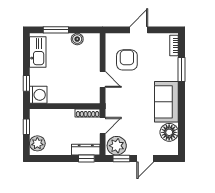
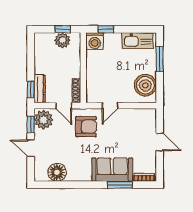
boiler: (77, 39) -> (145, 85), width x1.86, depth x1.86
armchair: (127, 60) -> (86, 127), moved
sofa: (166, 102) -> (112, 170), moved
plant: (37, 143) -> (62, 40), moved

